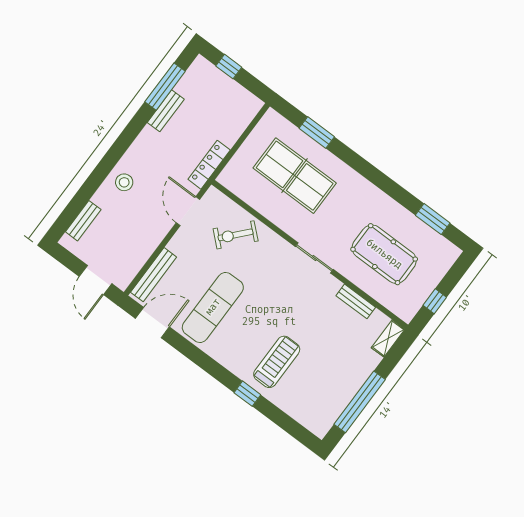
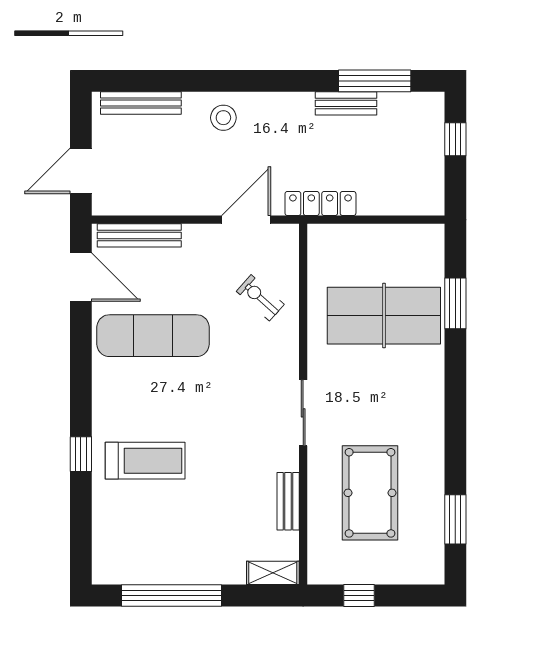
table tennis table: (295, 176) -> (384, 316), turned 90
bench: (83, 221) -> (141, 103), width x1.36
exercise bike: (236, 235) -> (260, 298), width x0.73, depth x0.72

